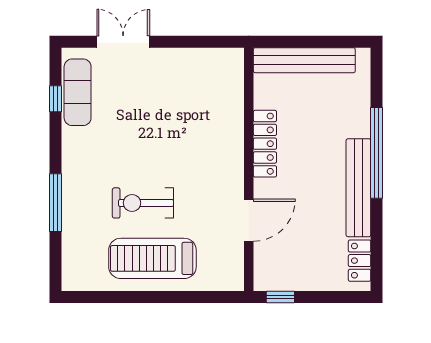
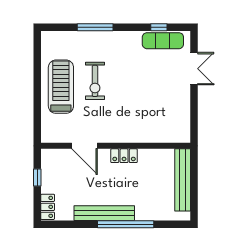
locker: (265, 144) -> (124, 156), width x0.66
exercise bike: (143, 203) -> (95, 81), turned 180
locker: (360, 261) -> (48, 207), moved, turned 90
window: (280, 297) -> (37, 178), moved

